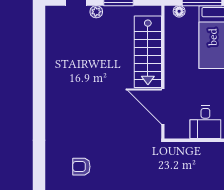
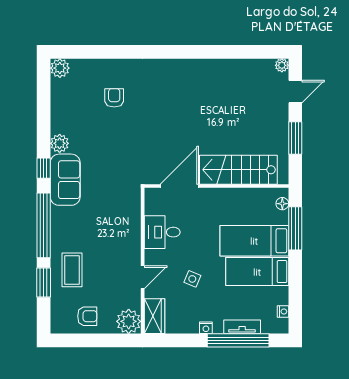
plant: (96, 12) -> (282, 65), moved

